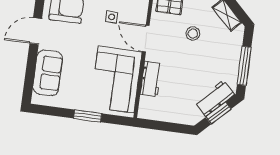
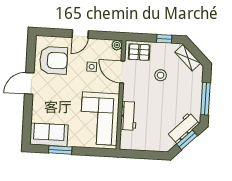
door: (146, 39) -> (122, 72), moved
sofa: (48, 73) -> (49, 135), moved, turned -90
window: (88, 116) -> (60, 150), moved

